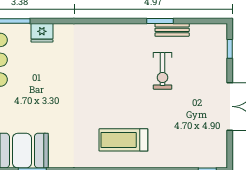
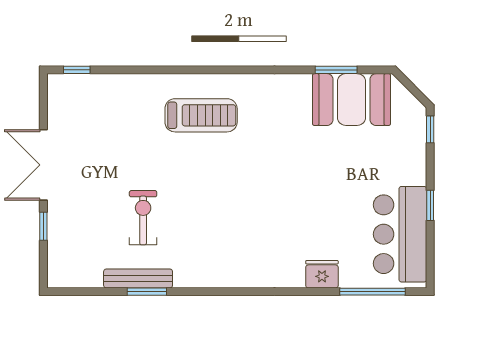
bench: (172, 30) -> (138, 278), width x1.36
window: (230, 49) -> (43, 226), moved

